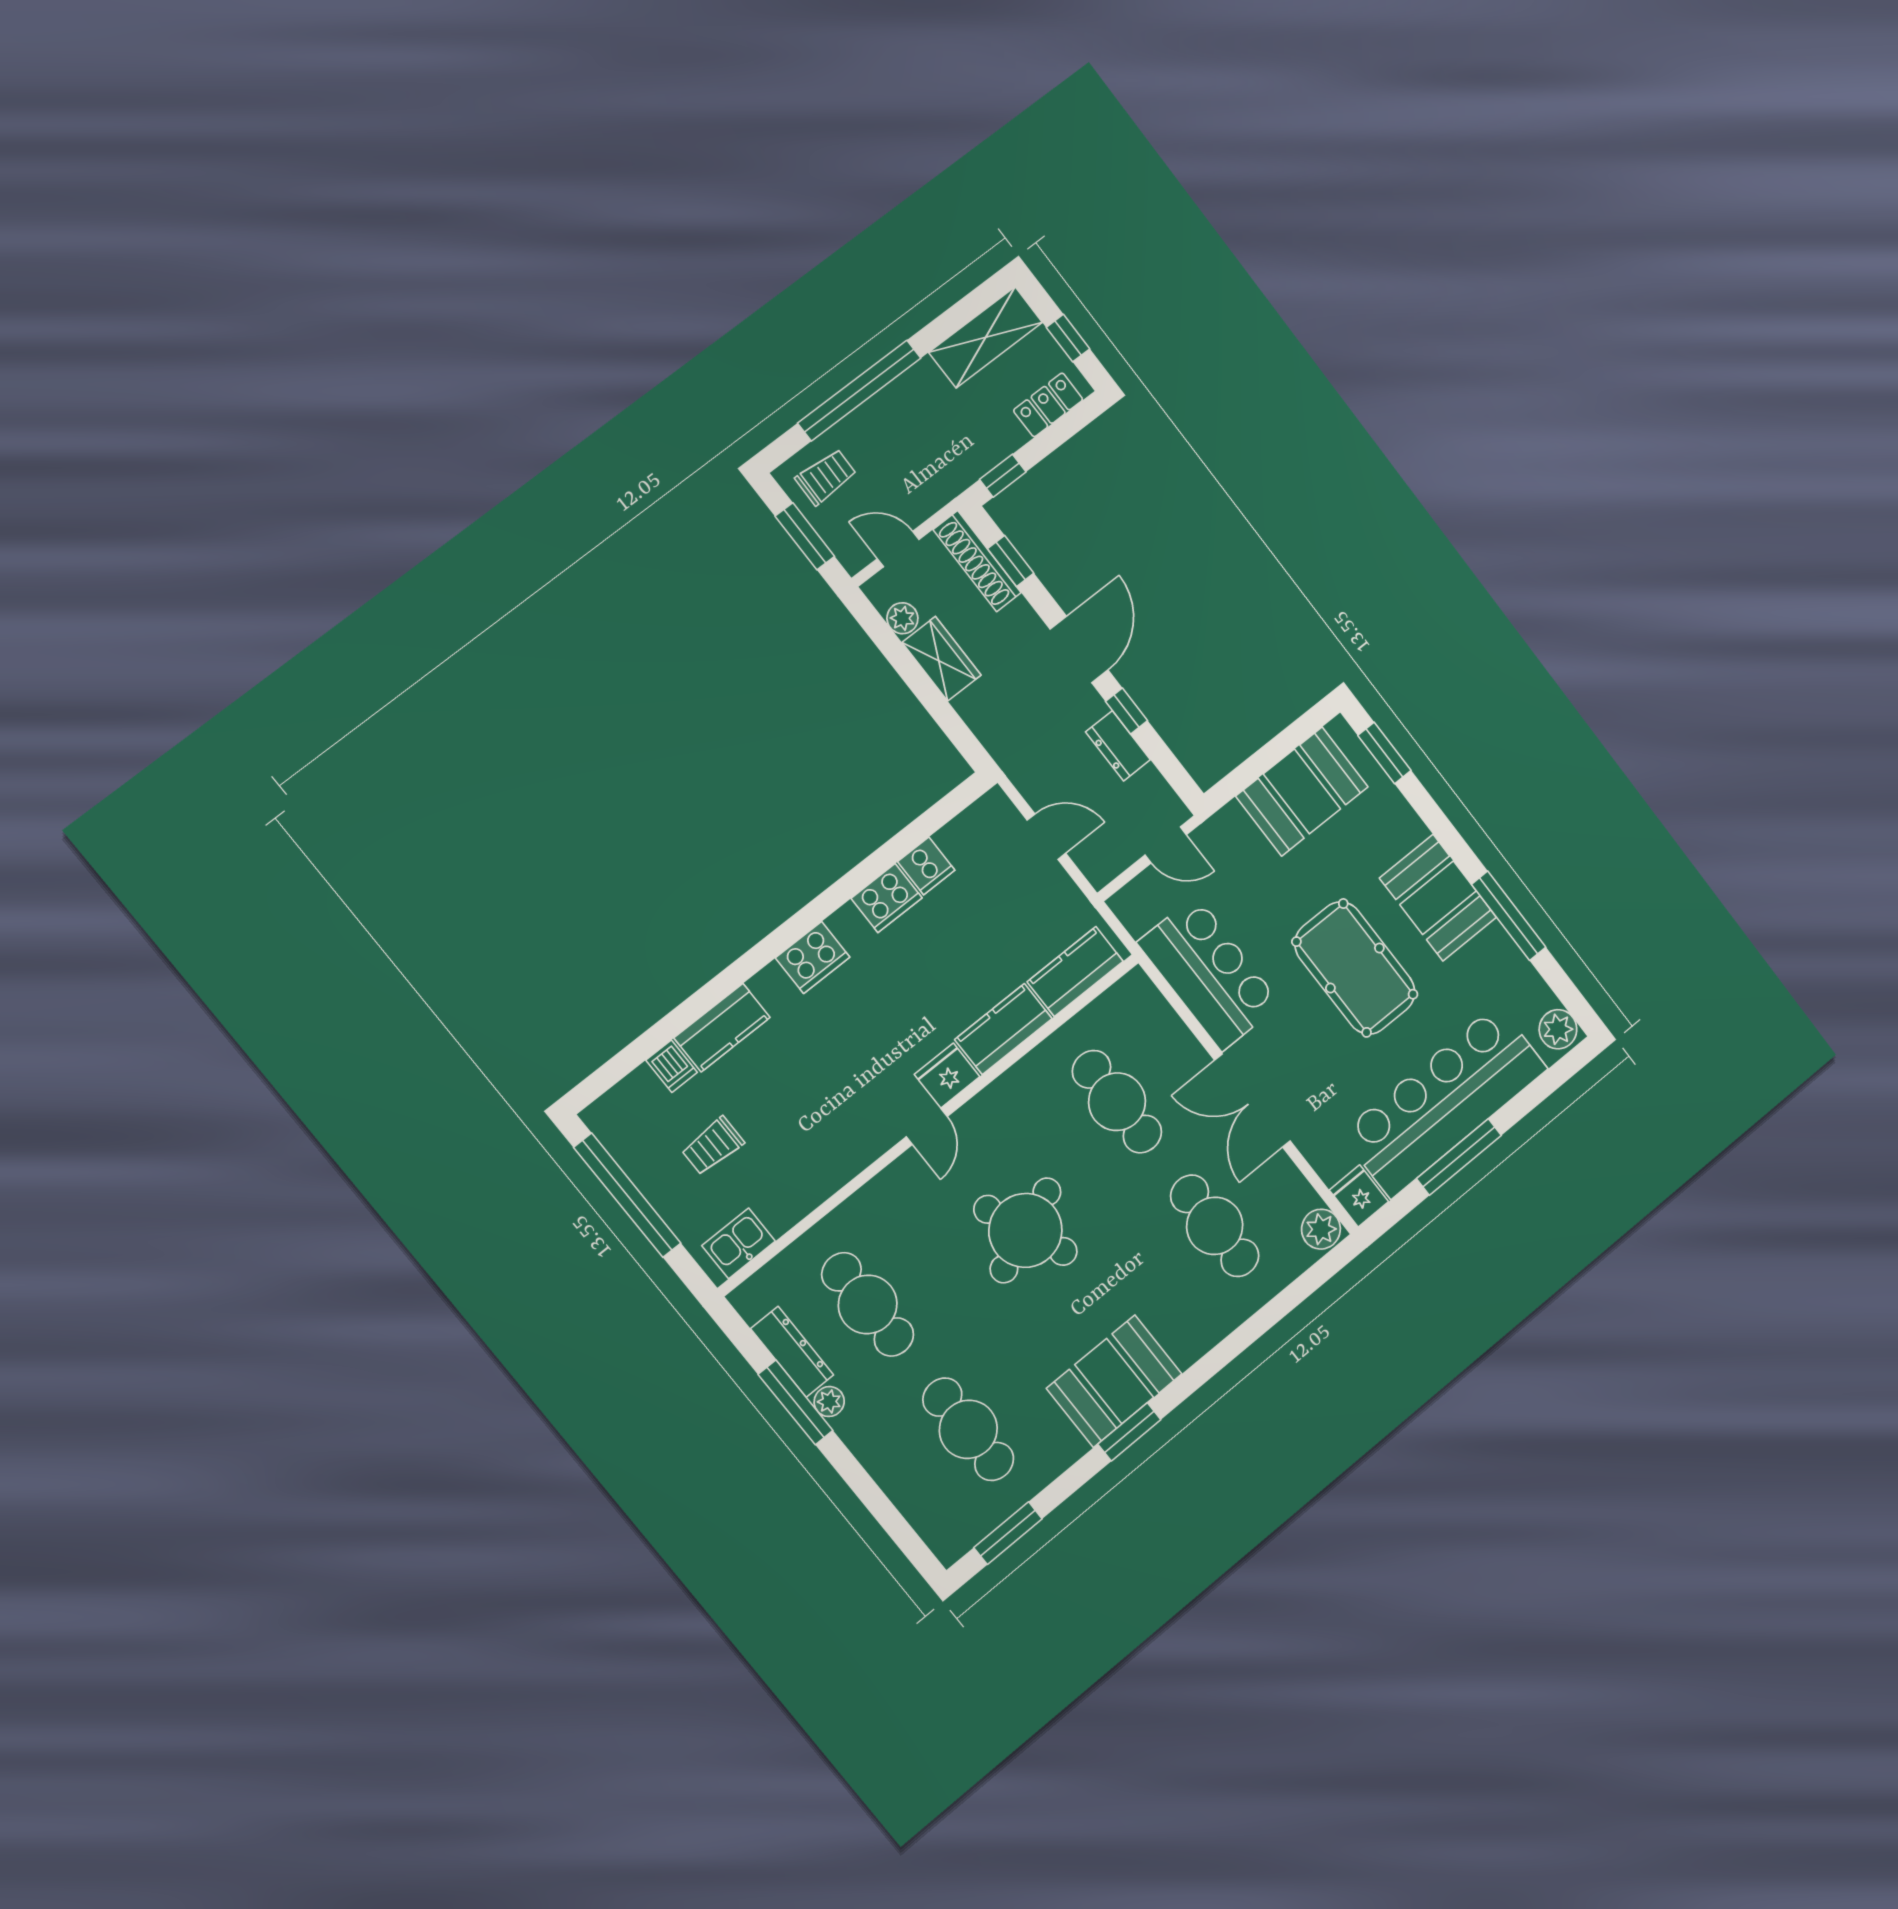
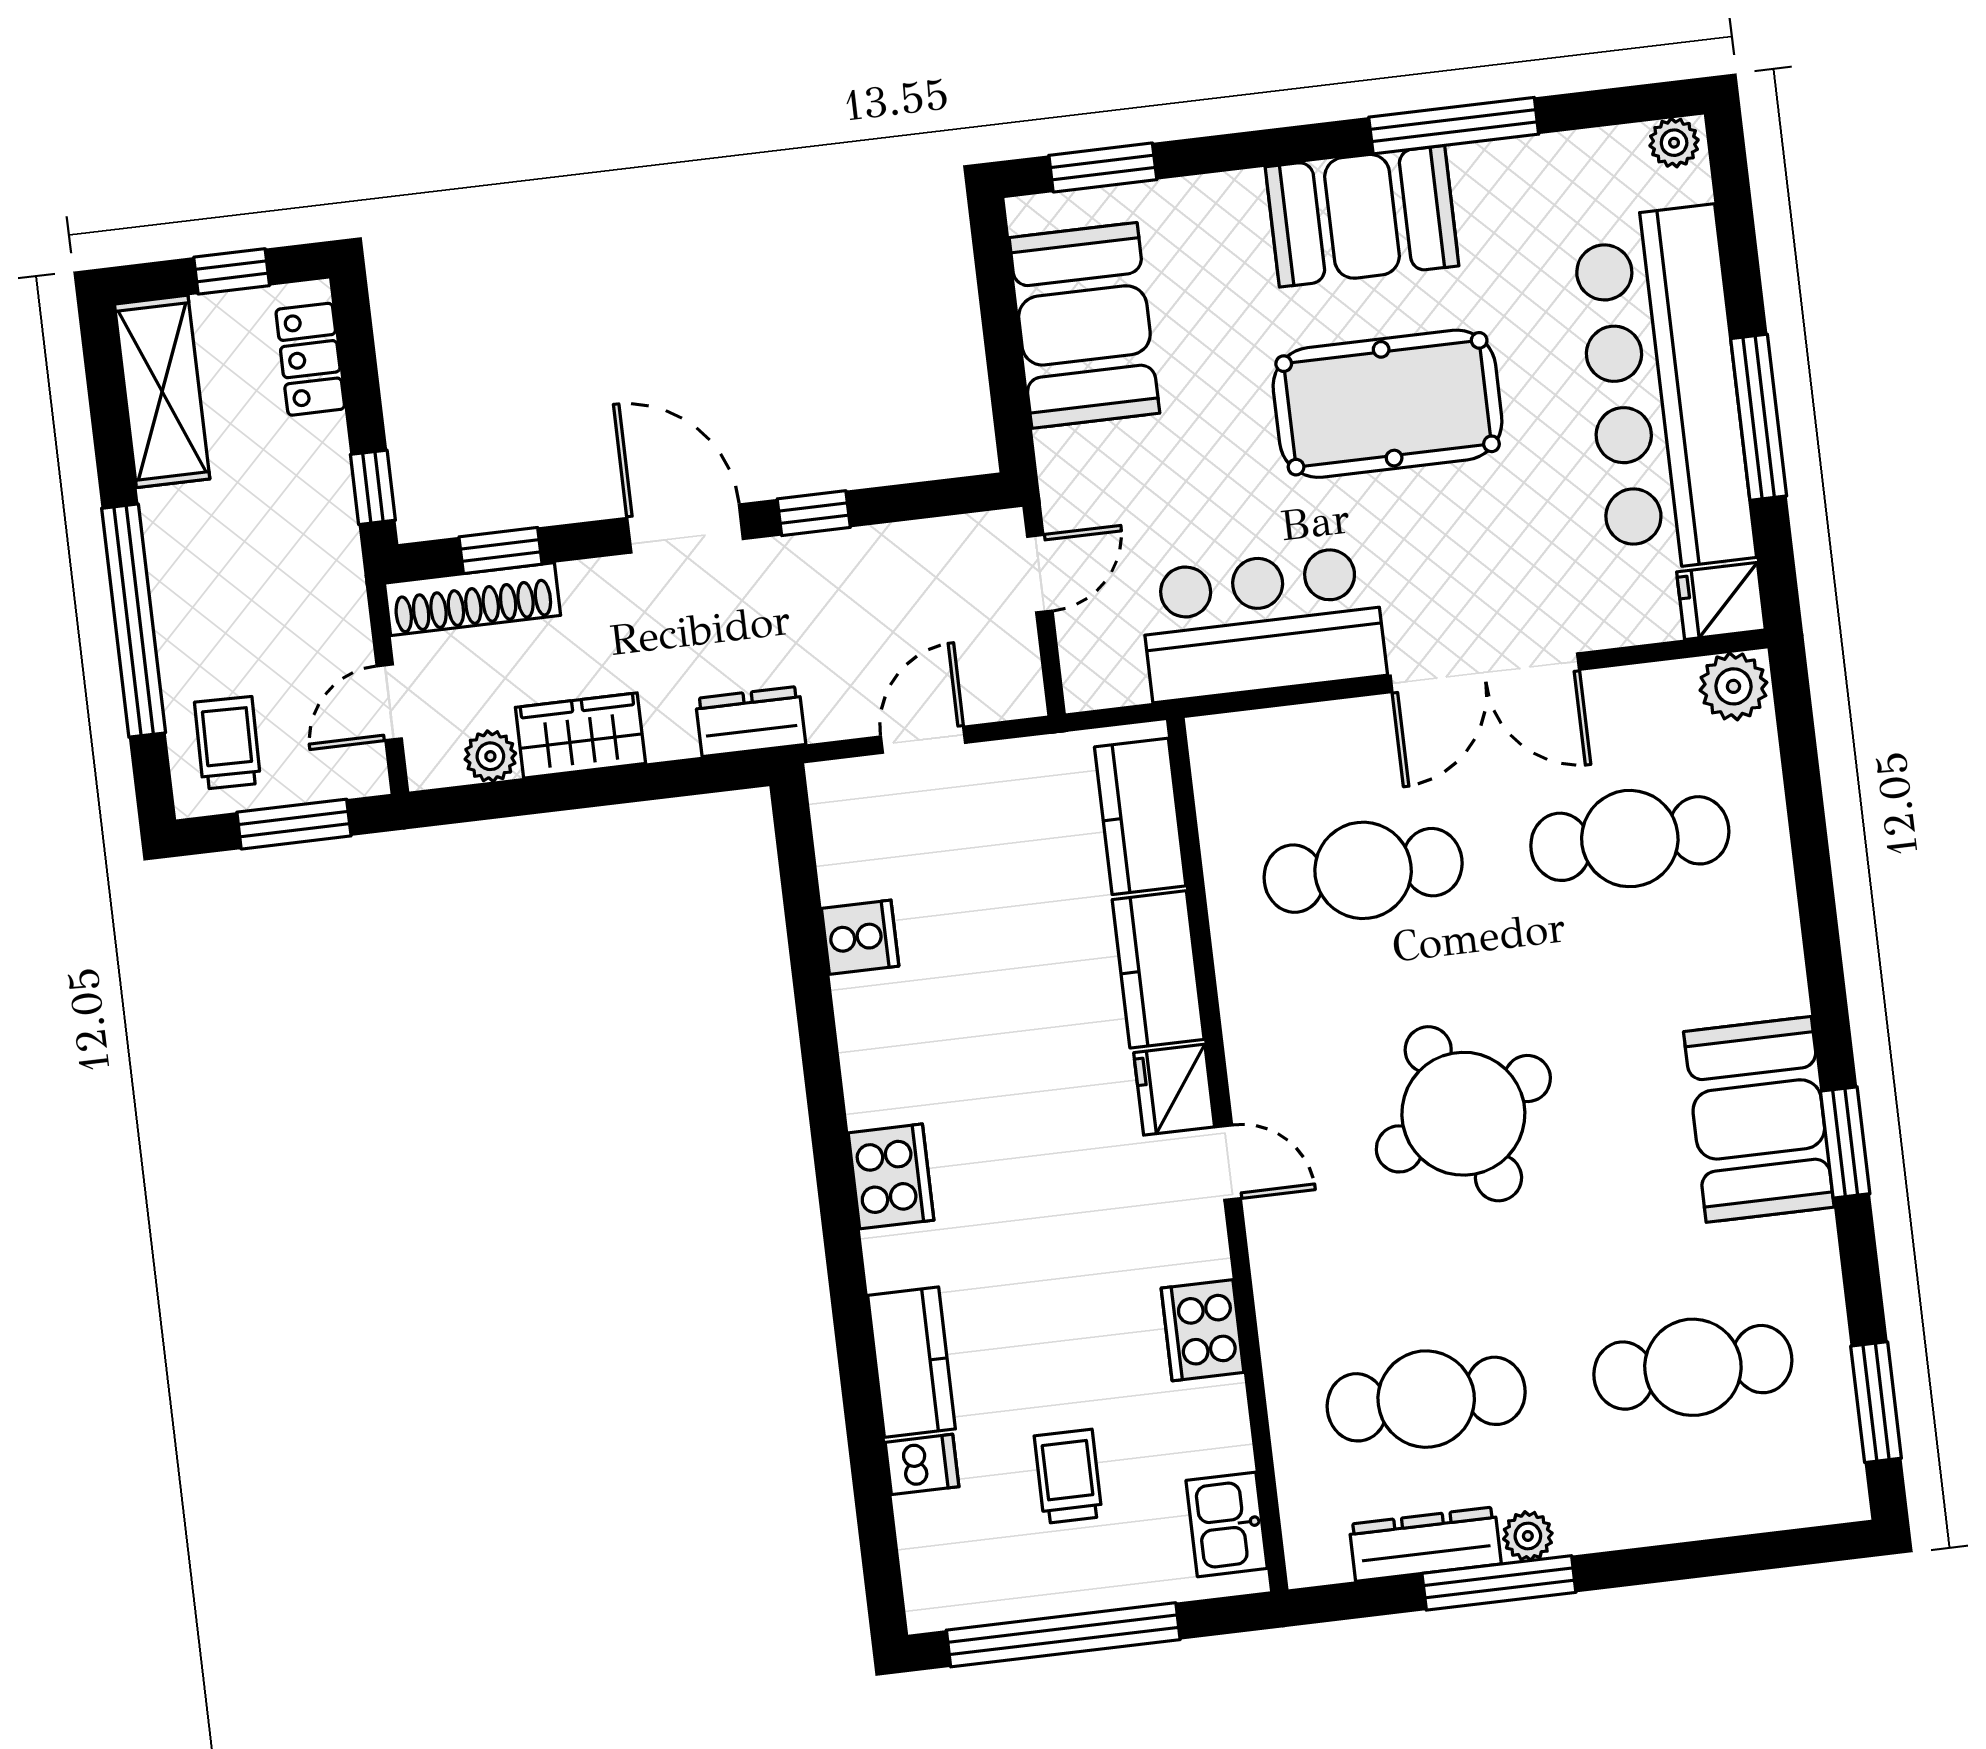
dresser: (1118, 746) -> (751, 721), moved, turned 180
cooker: (887, 898) -> (1203, 1330), moved, turned 180
plant: (1558, 1029) -> (1674, 143), width x0.73, depth x0.73
trolley: (713, 1146) -> (1068, 1476), turned 180

